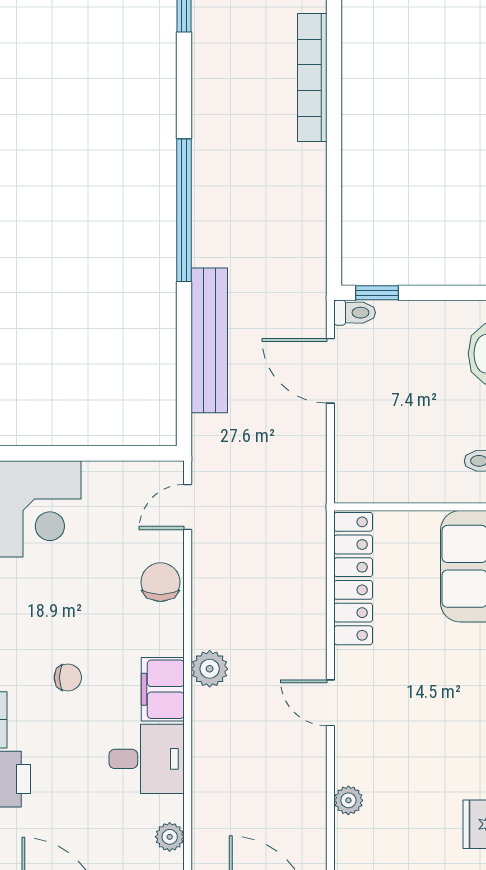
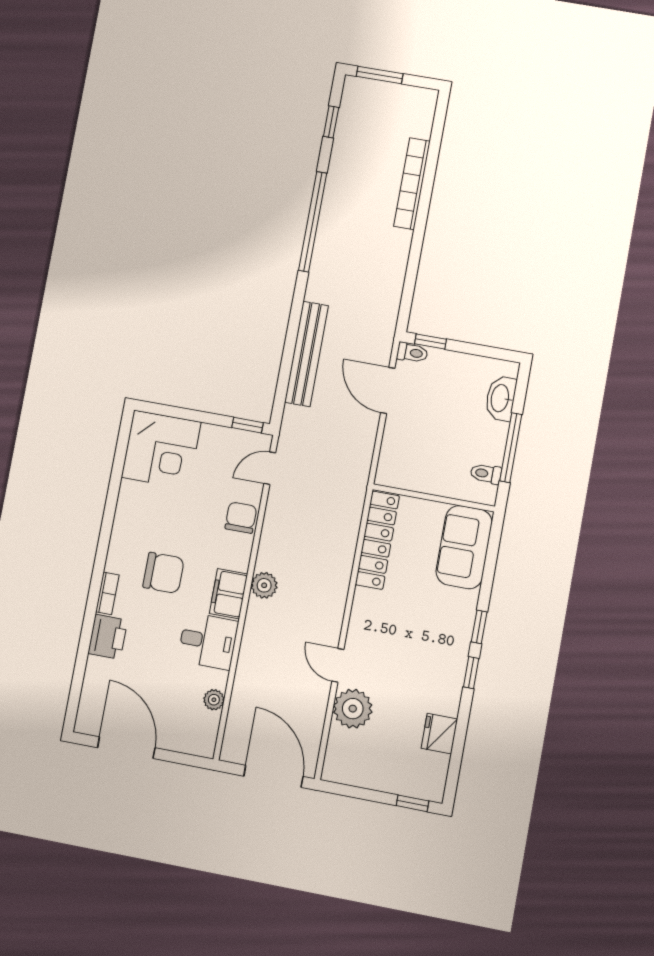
window: (184, 210) -> (313, 222), moved
window: (146, 453) -> (247, 425), added
chair: (68, 678) -> (163, 573), width x1.87, depth x1.87
door: (330, 703) -> (338, 665), moved
plant: (348, 800) -> (353, 709), width x1.88, depth x1.88

